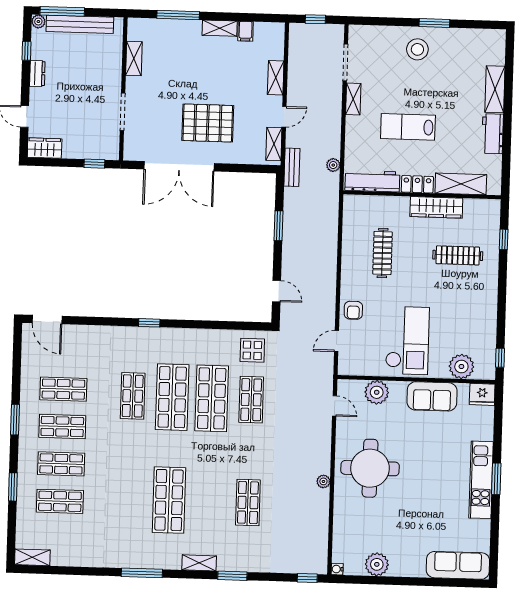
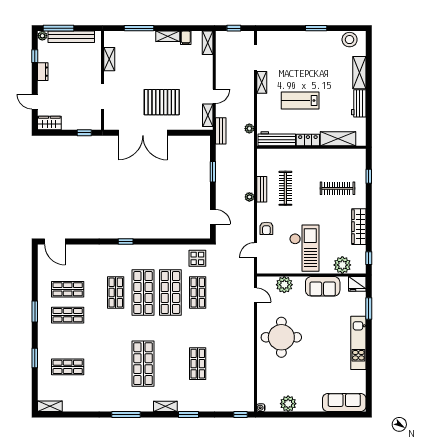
stool: (417, 49) -> (350, 40), moved
shelving: (276, 78) -> (208, 43), moved
wardrobe: (436, 207) -> (359, 227), moved, turned 90
bench: (348, 253) -> (262, 189), added
shop shelf: (61, 464) -> (68, 341), removed
window: (496, 479) -> (369, 308), moved
plant: (323, 481) -> (249, 197), moved

